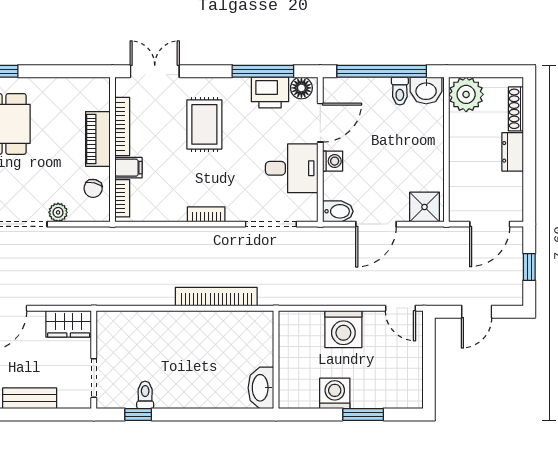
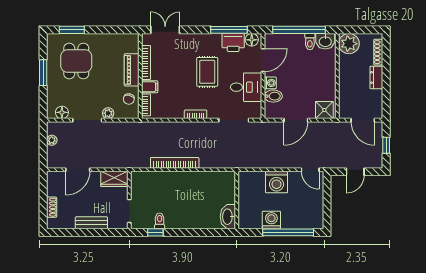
rug: (204, 124) -> (207, 72), moved
bidet: (338, 211) -> (273, 96), moved
door: (490, 224) -> (363, 120), hinge flipped
bookcase: (216, 297) -> (175, 163), moved
window: (363, 414) -> (288, 232), width x2.11

